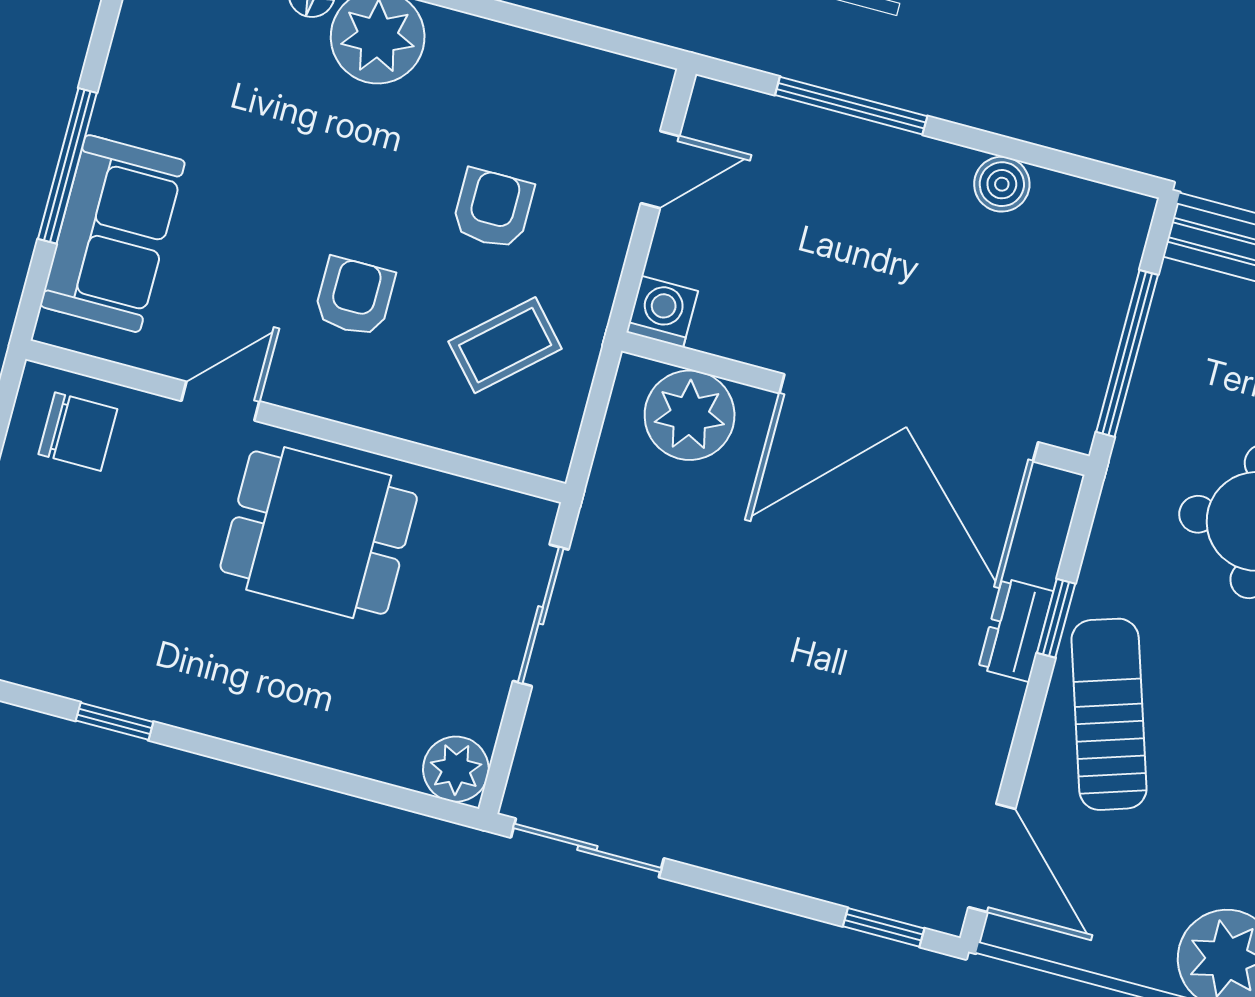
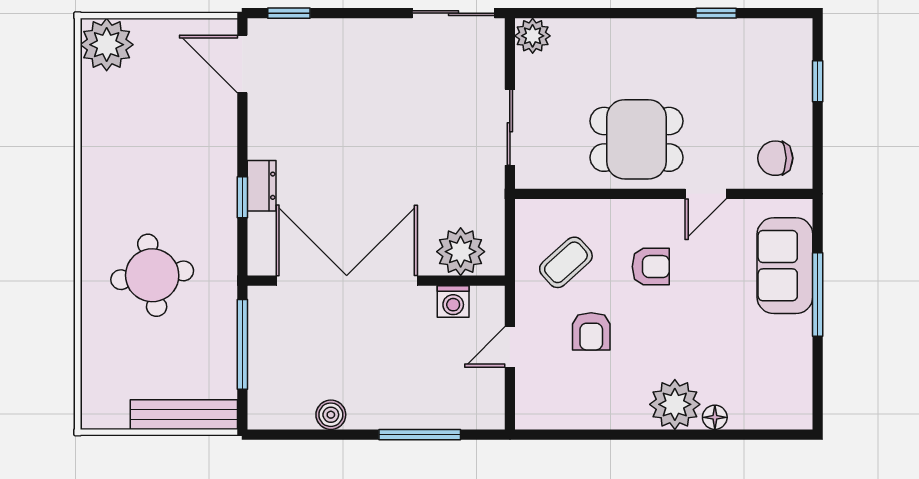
door: (660, 170) -> (510, 347), moved
armchair: (354, 297) -> (651, 267), turned -90
washing machine: (662, 312) -> (453, 301), moved
sun lounger: (1109, 714) -> (202, 155), removed

